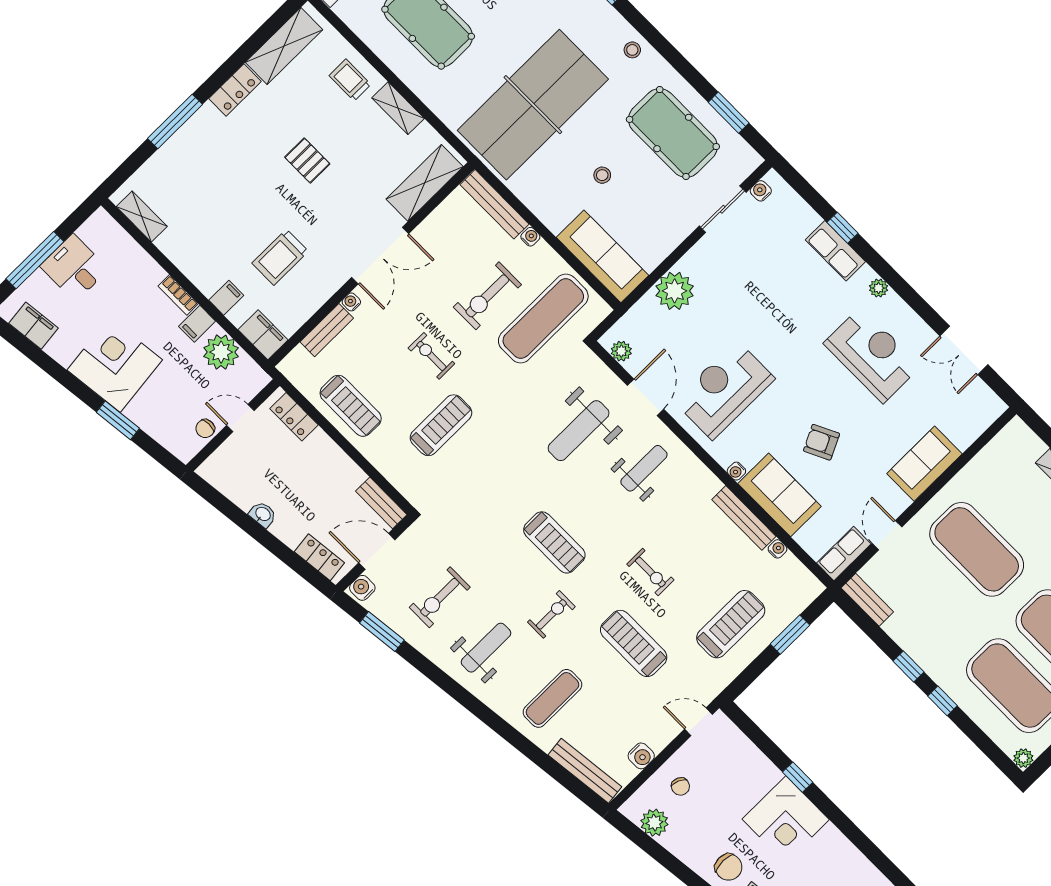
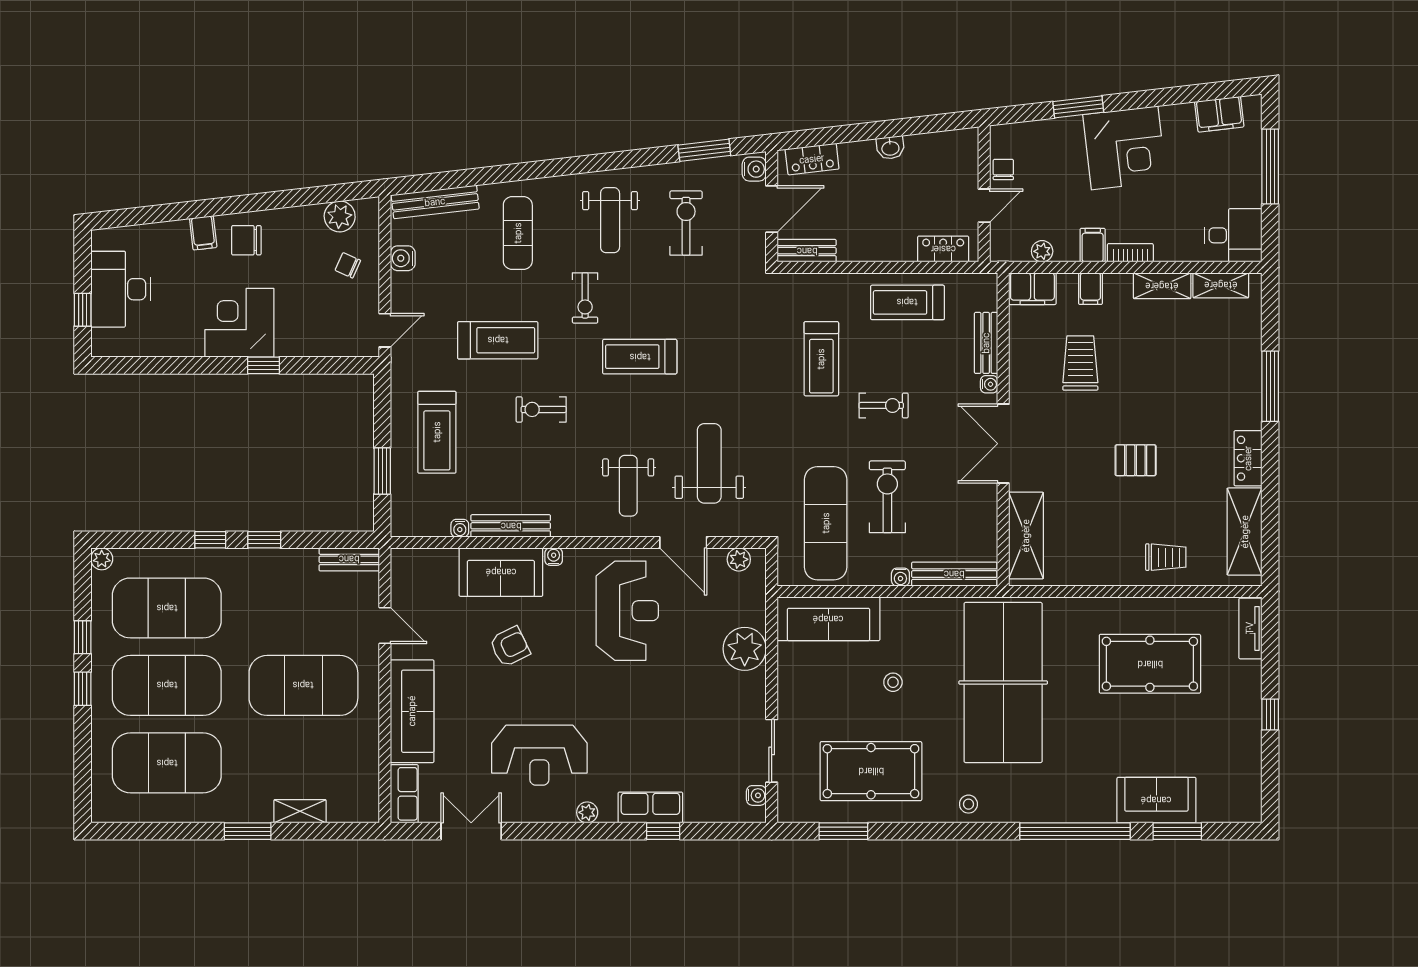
shelving: (398, 108) -> (1162, 286), moved
desk: (74, 268) -> (1233, 235), moved
plant: (221, 352) -> (1042, 251), width x0.53, depth x0.53
sofa: (924, 464) -> (412, 711), width x1.36
row of seats: (844, 554) -> (404, 794), moved

